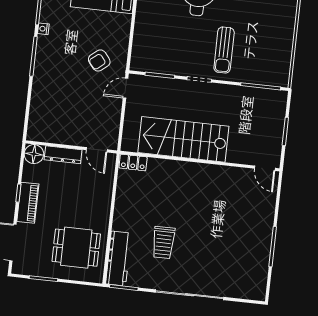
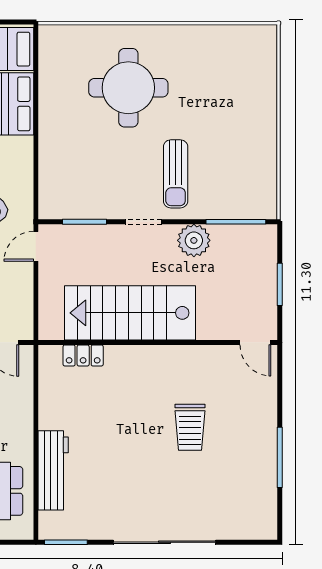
plant: (231, 96) -> (194, 240), added
locker: (133, 162) -> (83, 355), moved
trolley: (163, 243) -> (190, 427), moved
workbench: (118, 258) -> (53, 470), moved

